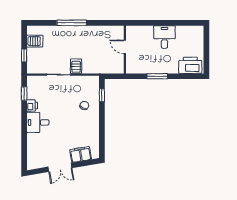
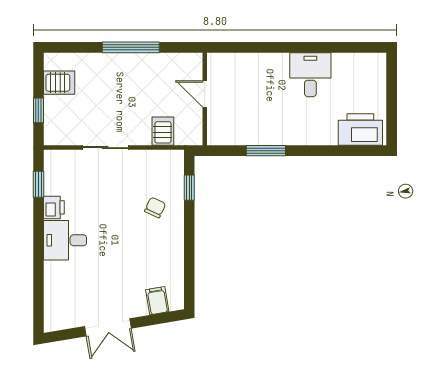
door: (125, 47) -> (205, 94), moved
wall: (125, 50) -> (205, 99), moved
server rack: (76, 66) -> (163, 131), moved
window: (157, 76) -> (266, 151), moved
filing cabinet: (81, 154) -> (157, 301), width x0.50

